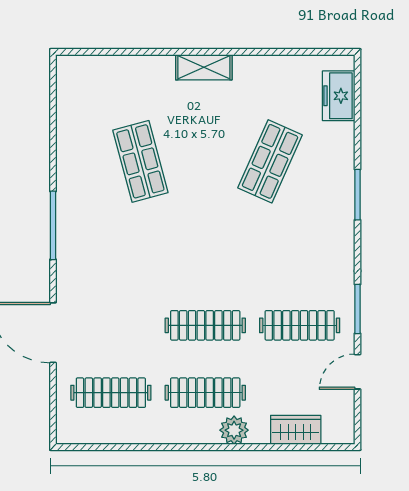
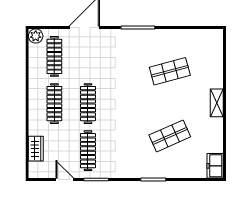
freezer: (339, 96) -> (215, 166), moved, turned -90
shop shelf: (270, 161) -> (170, 136), turned -48
plant: (234, 430) -> (36, 36), moved

